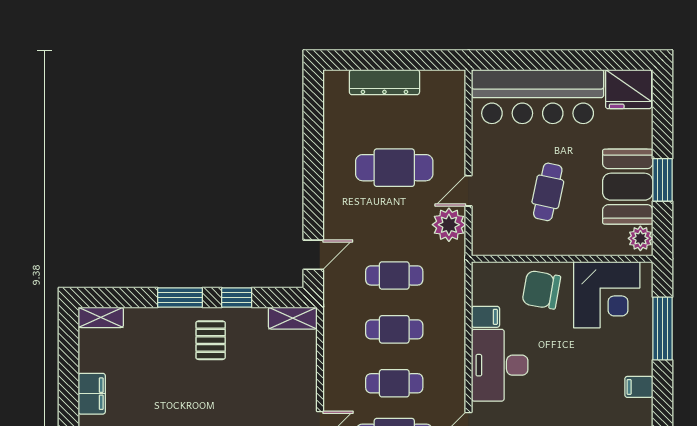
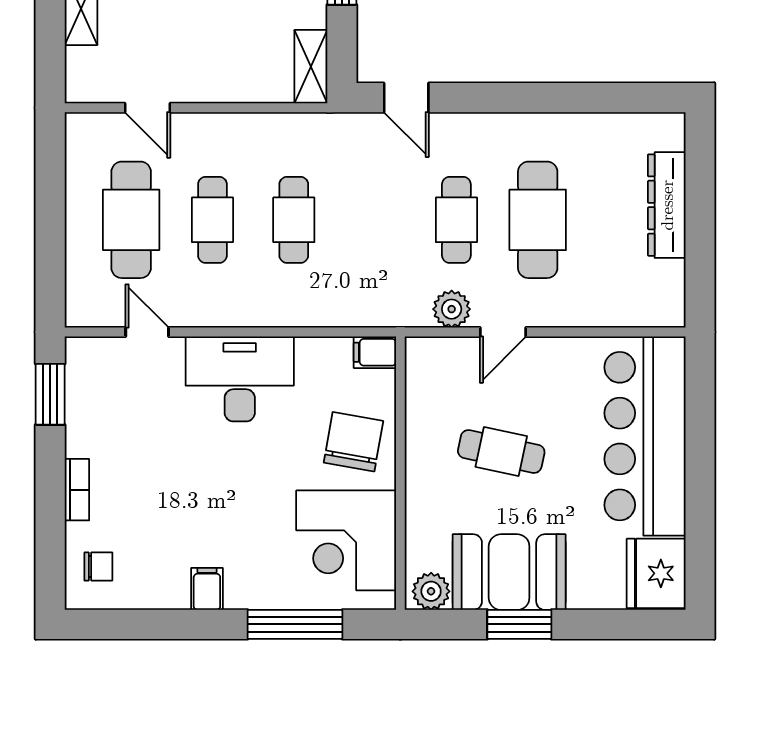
door: (469, 191) -> (503, 332), swing flipped
plant: (449, 225) -> (452, 309), width x0.73, depth x0.73
cafe table: (394, 275) -> (456, 220), moved
filing cabinet: (486, 317) -> (375, 352), moved, turned 90

